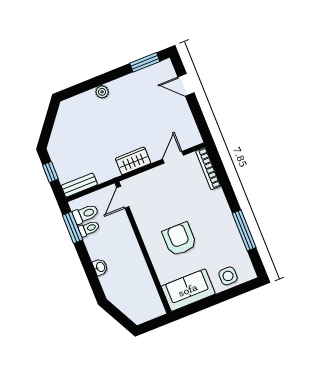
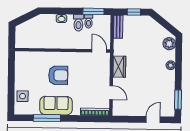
plant: (73, 106) -> (169, 44), added
toilet: (86, 214) -> (78, 23), moved
sofa: (188, 290) -> (56, 106), moved, turned -90

